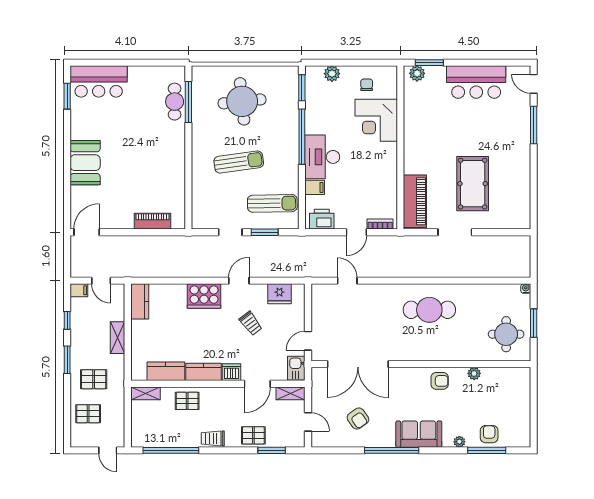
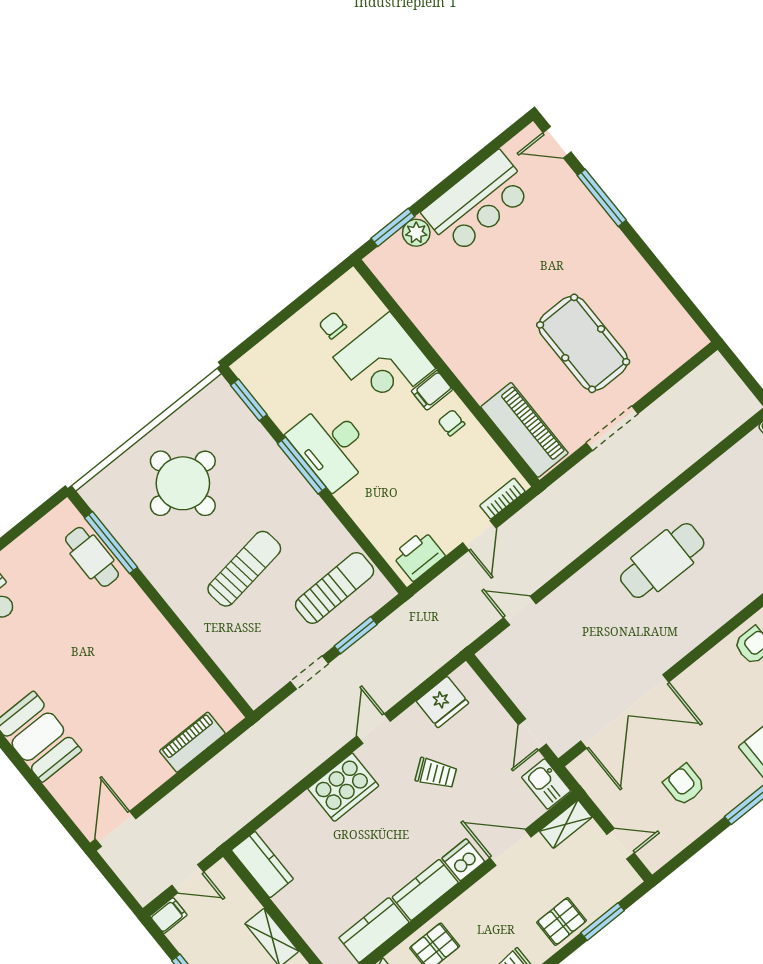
plant: (417, 73) -> (416, 233), moved
plant: (332, 74) -> (274, 348), removed
window: (302, 137) -> (302, 466), width x0.68
desk: (322, 157) -> (331, 446), moved
chair: (385, 171) -> (451, 423), added
filing cabinet: (315, 187) -> (432, 390), moved, turned 180
door: (257, 384) -> (510, 848), swing flipped
armchair: (358, 419) -> (684, 785), turned -145

